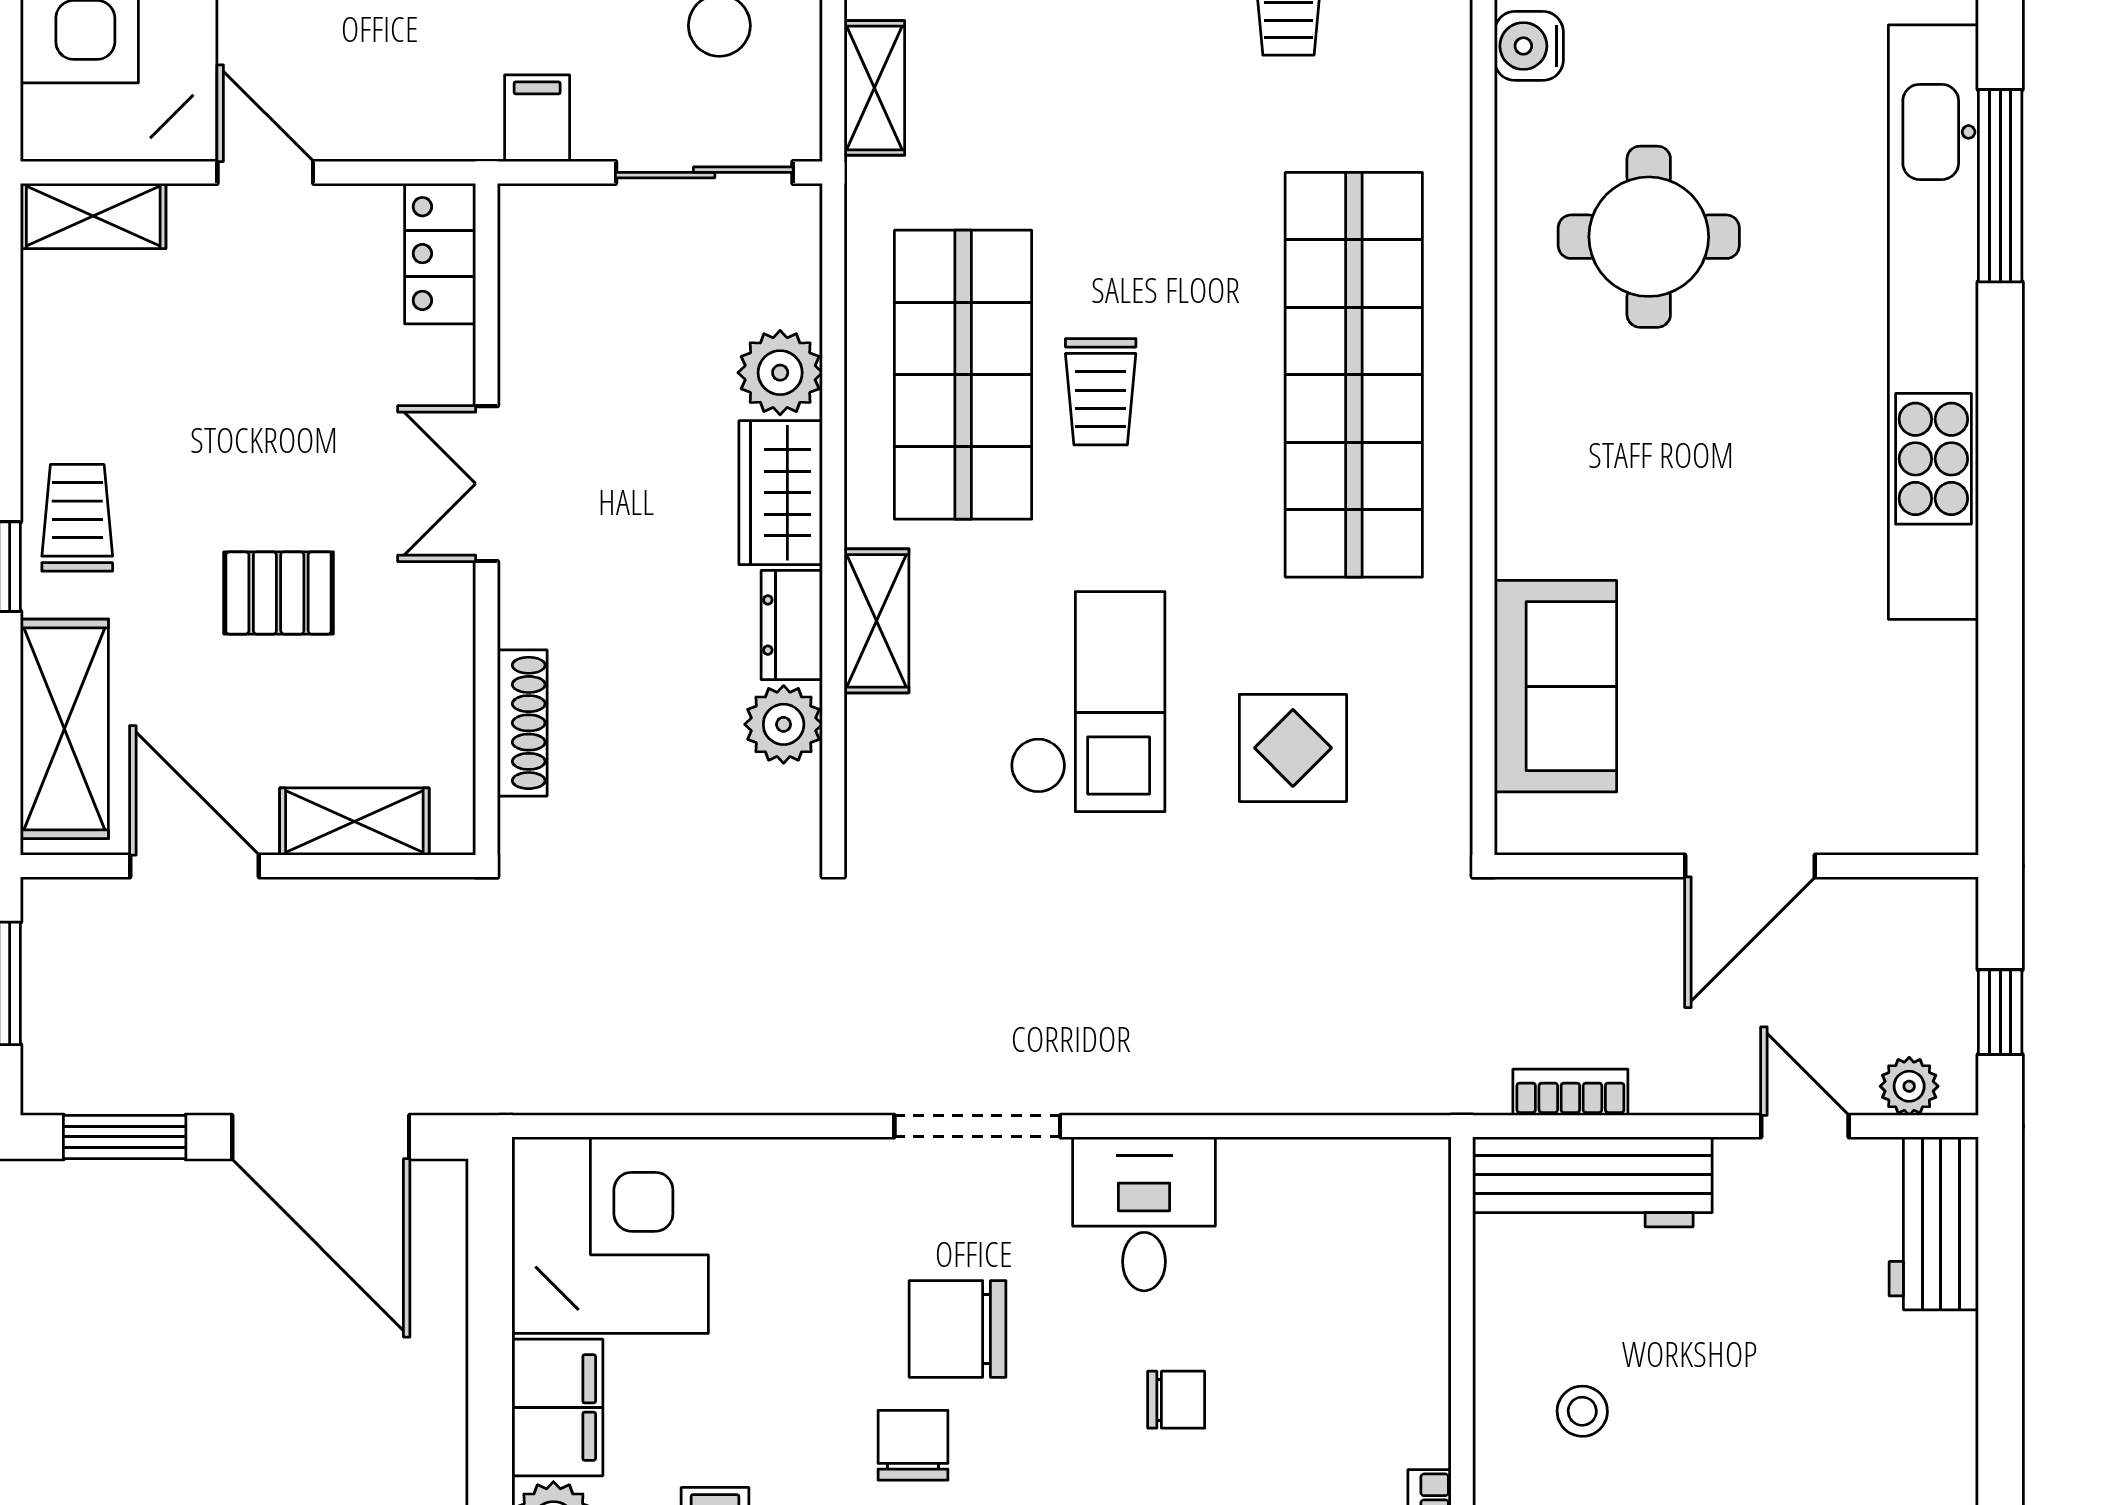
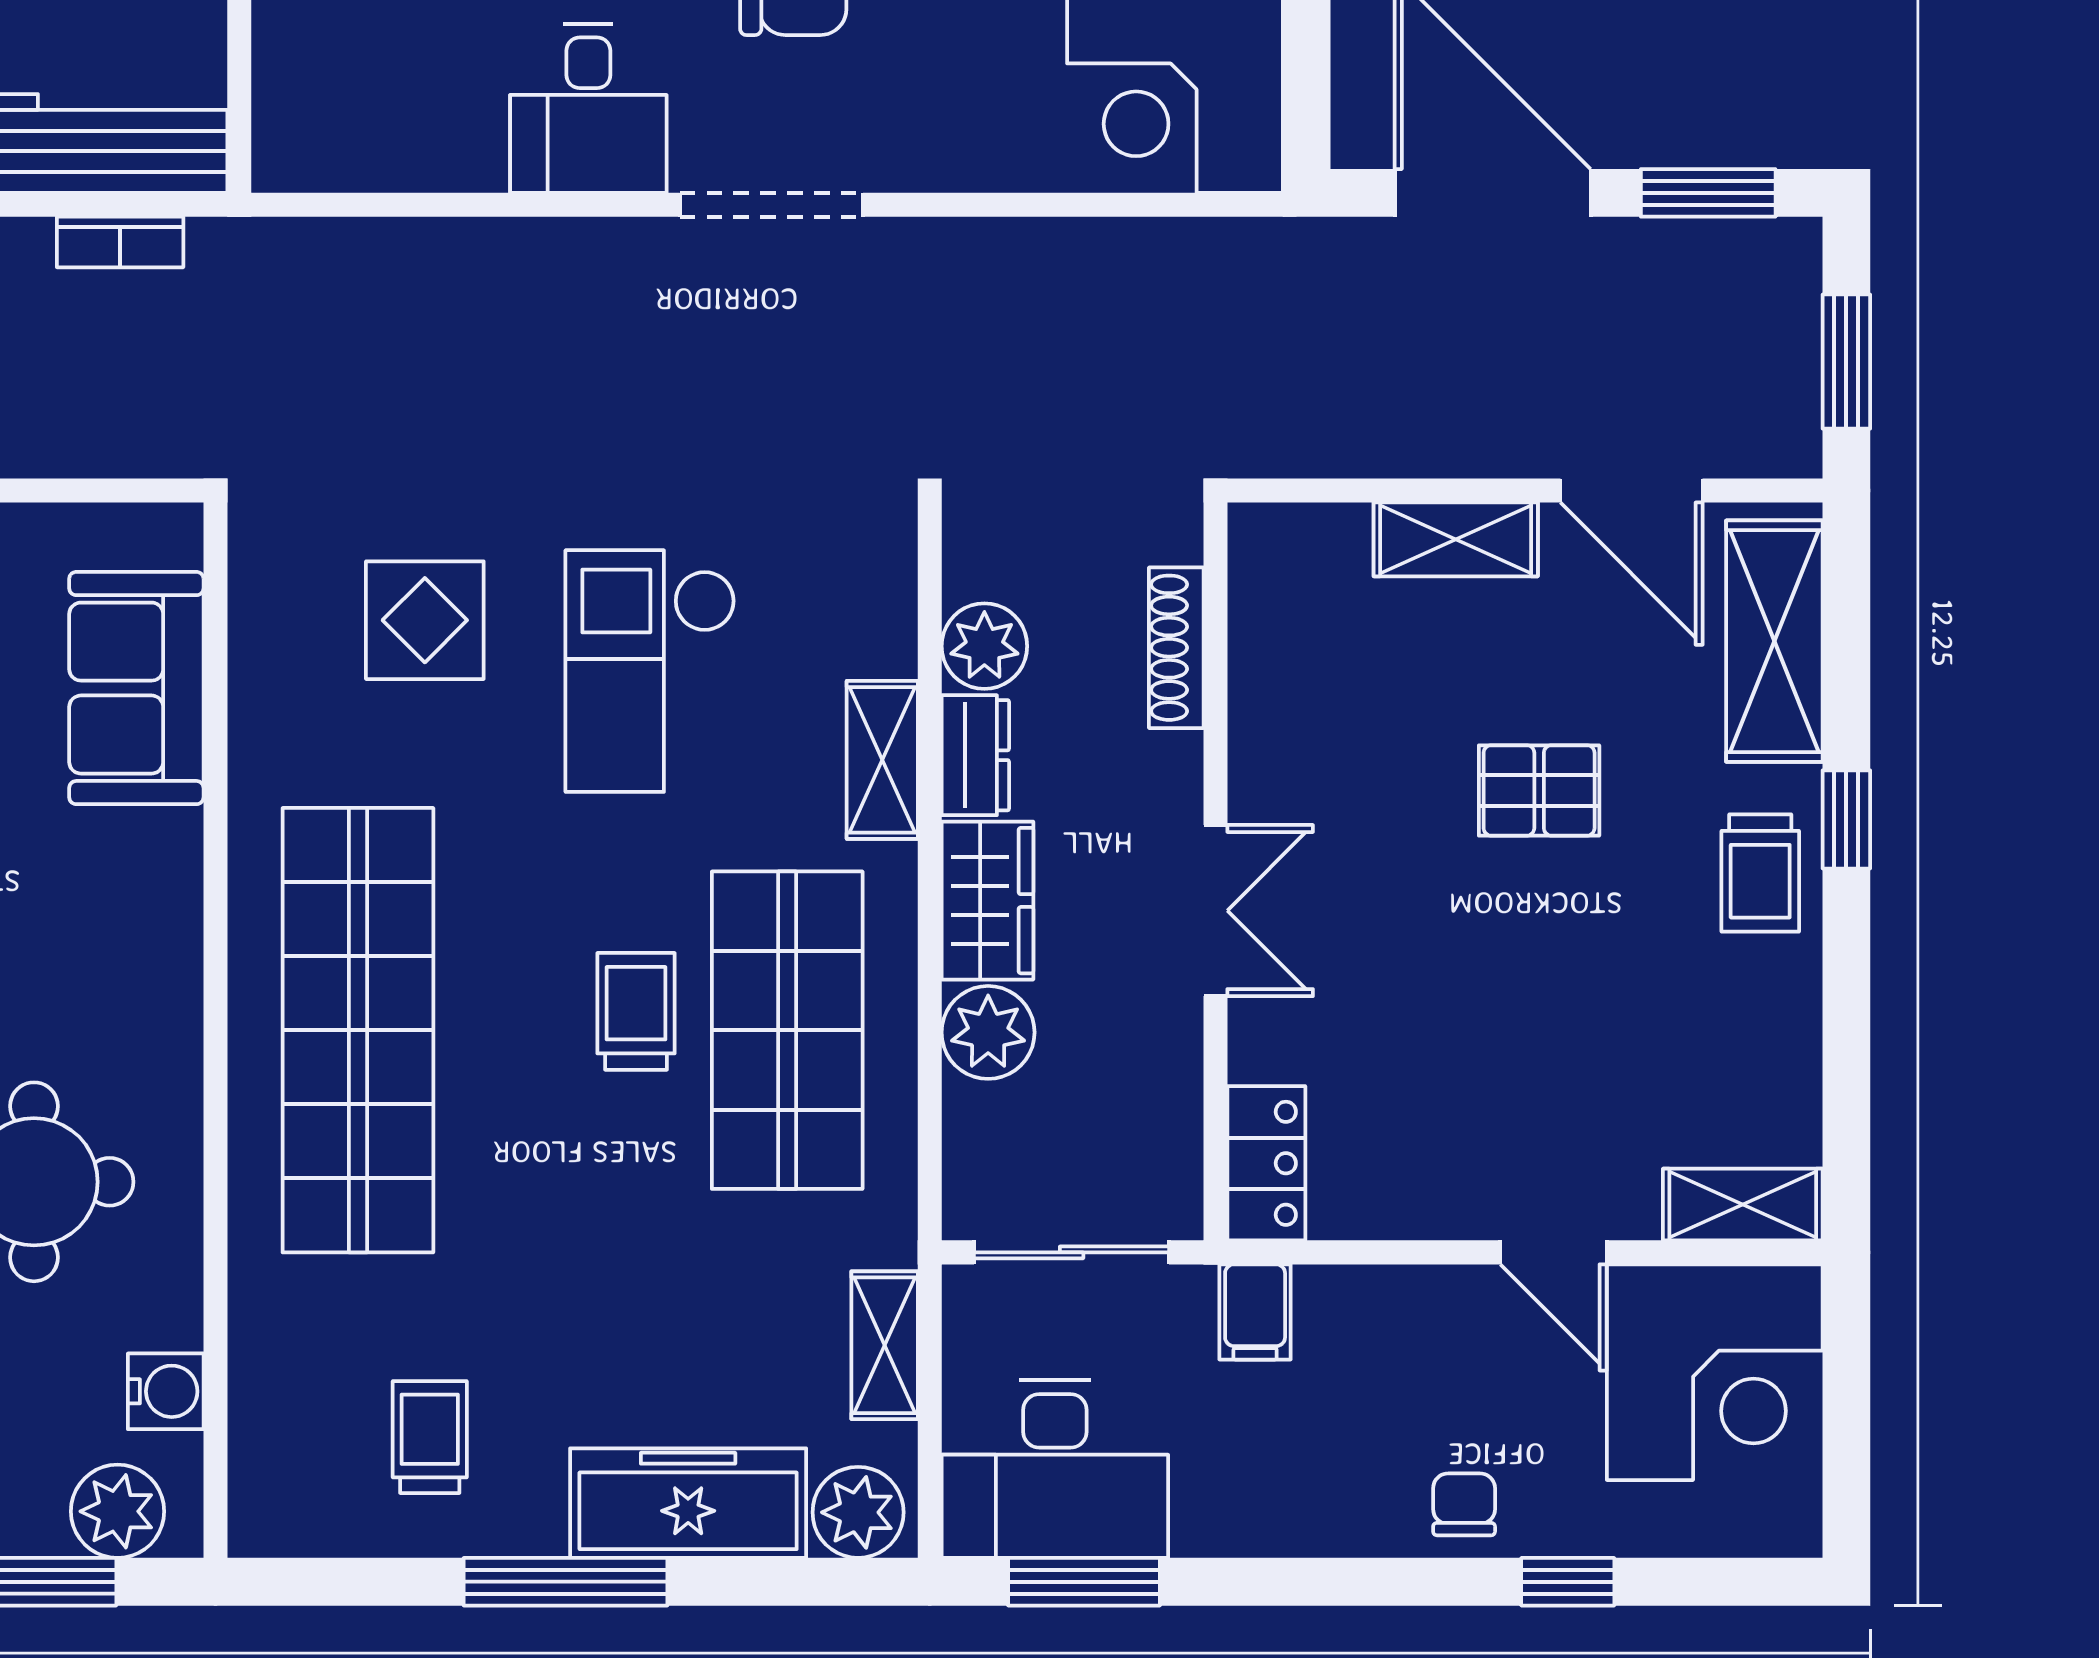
locker: (440, 254) -> (1266, 1163), moved
double door: (487, 484) -> (1215, 911), moved
wall: (487, 519) -> (1215, 871), moved
shoe rack: (522, 723) -> (1176, 648), moved

